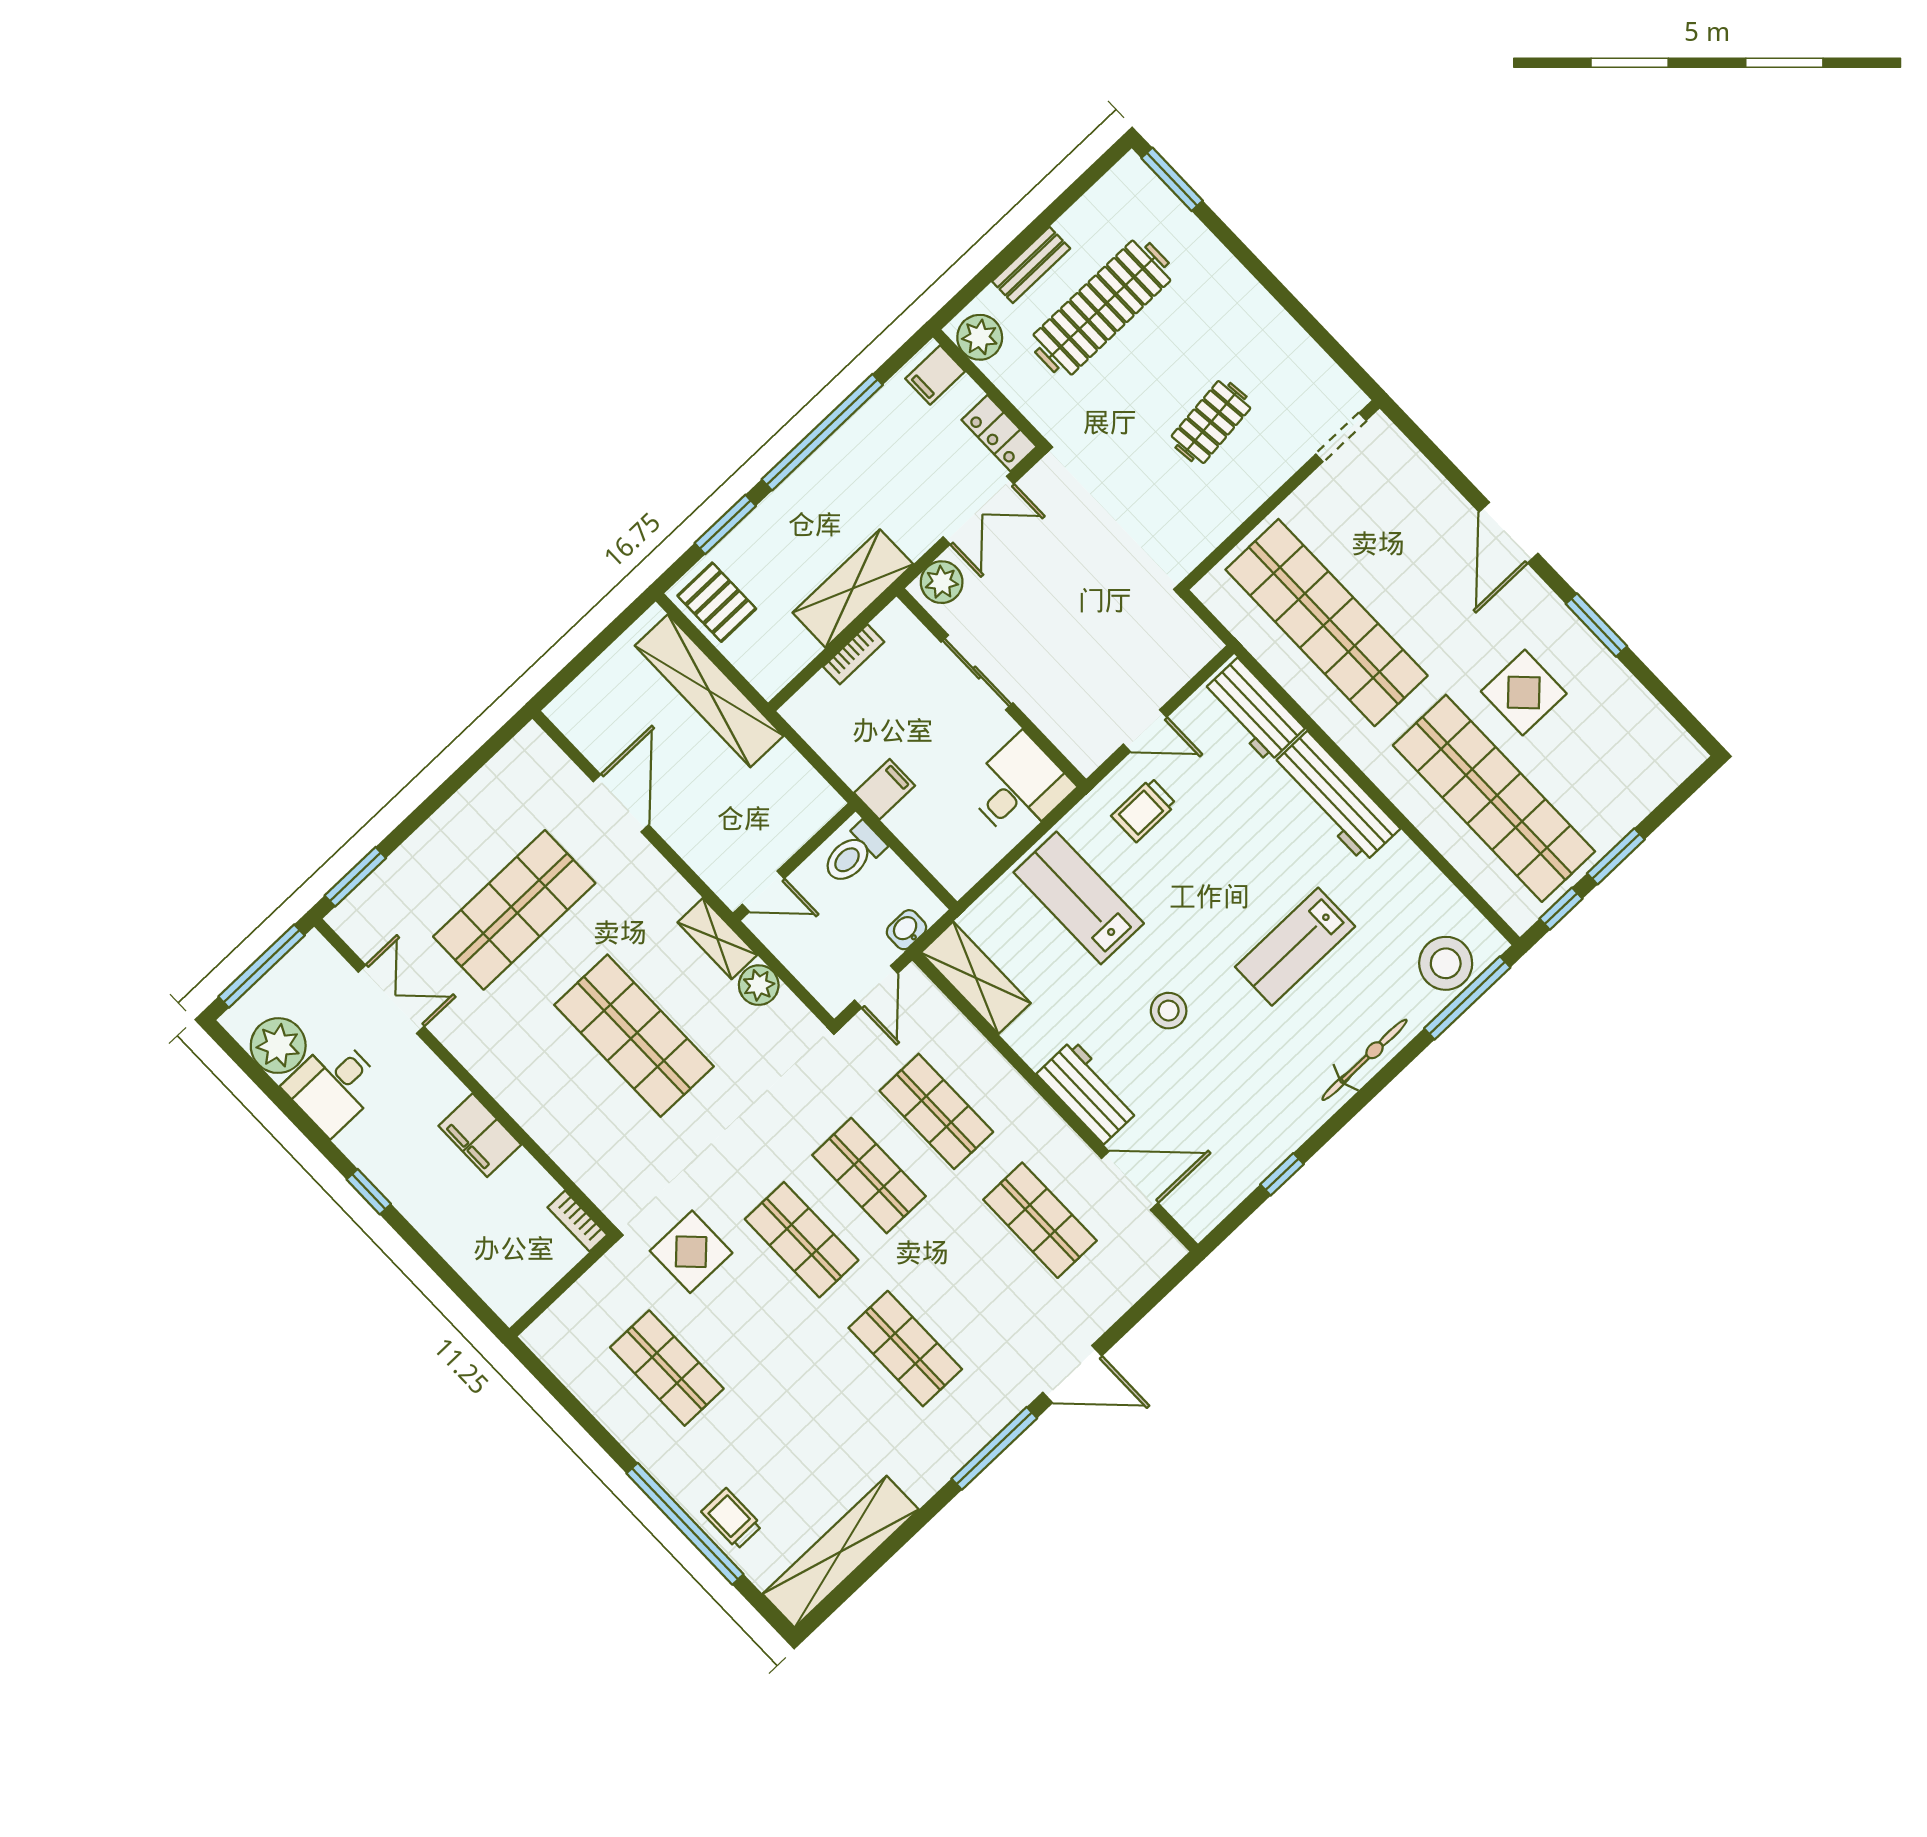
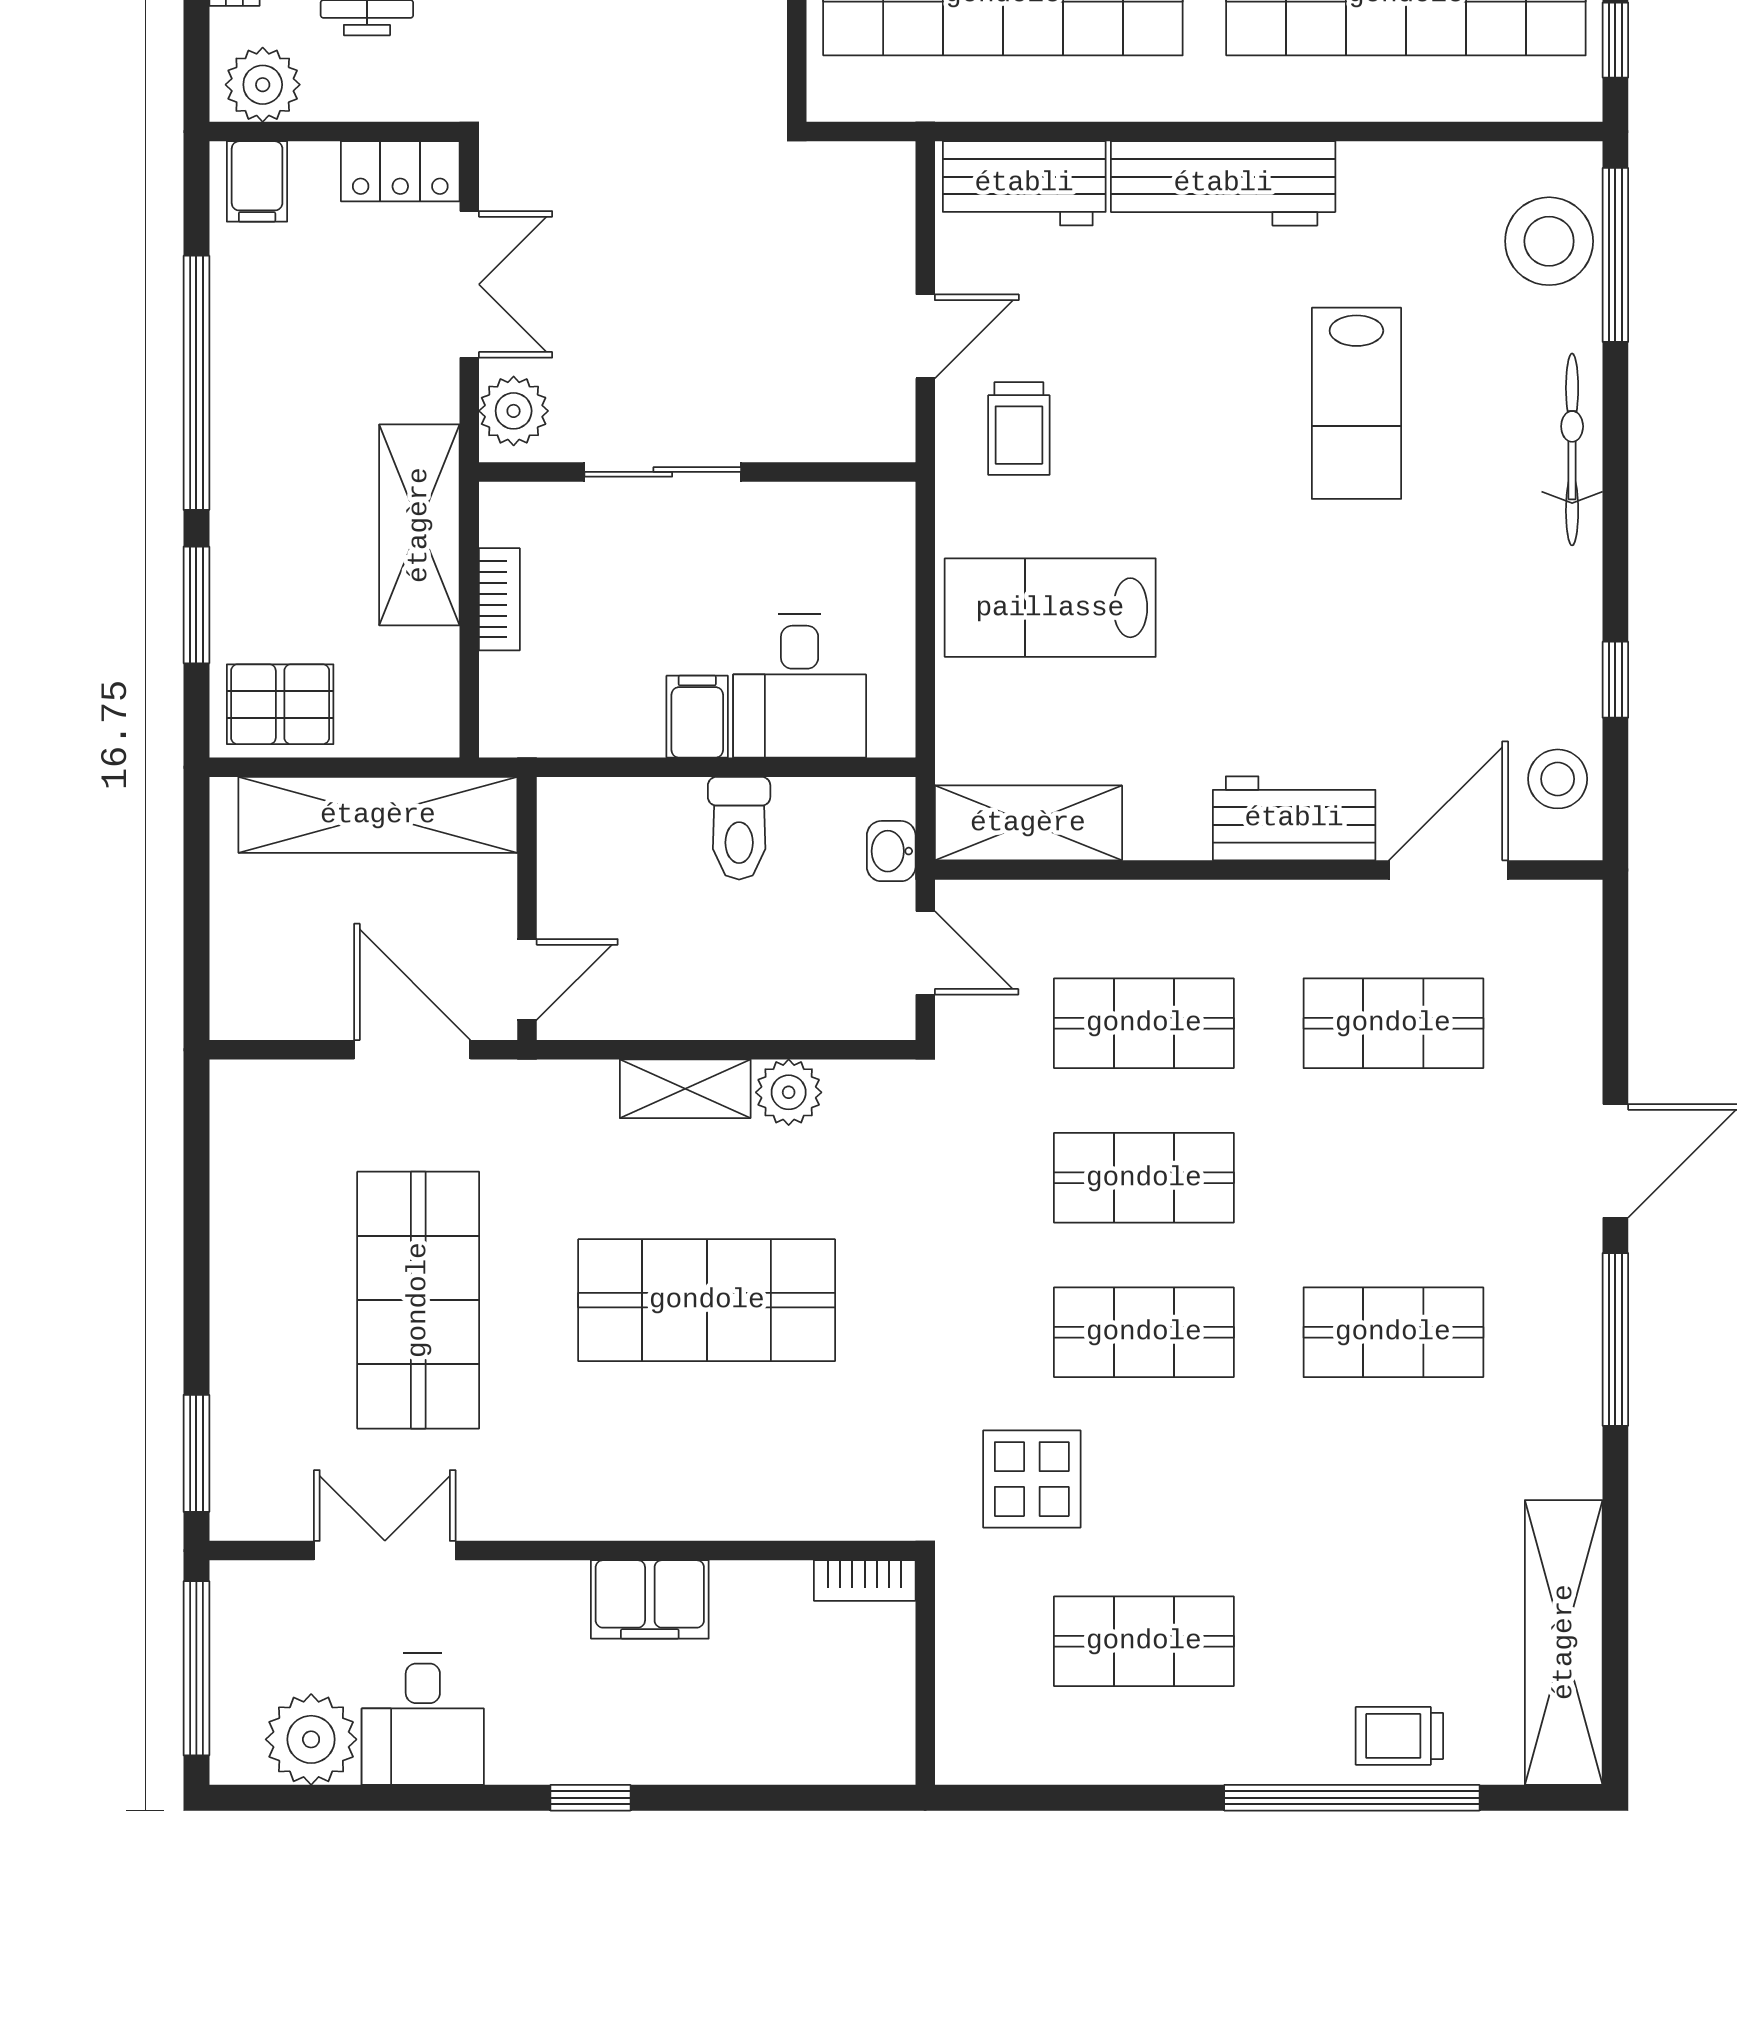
desk: (1019, 788) -> (800, 686), moved, turned 180
wall: (794, 862) -> (527, 908), moved
door: (763, 891) -> (527, 979), moved
stool: (1169, 1011) -> (1558, 779), moved

